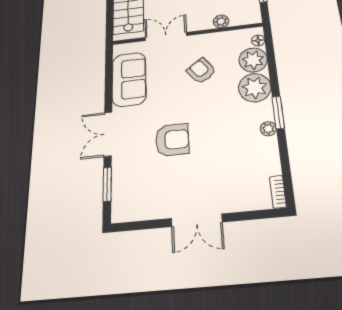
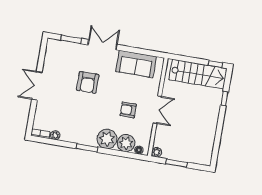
plant: (221, 21) -> (157, 152), moved
double door: (166, 36) -> (157, 110), moved
armchair: (201, 71) -> (128, 110), turned -143
plant: (268, 129) -> (55, 135), moved

